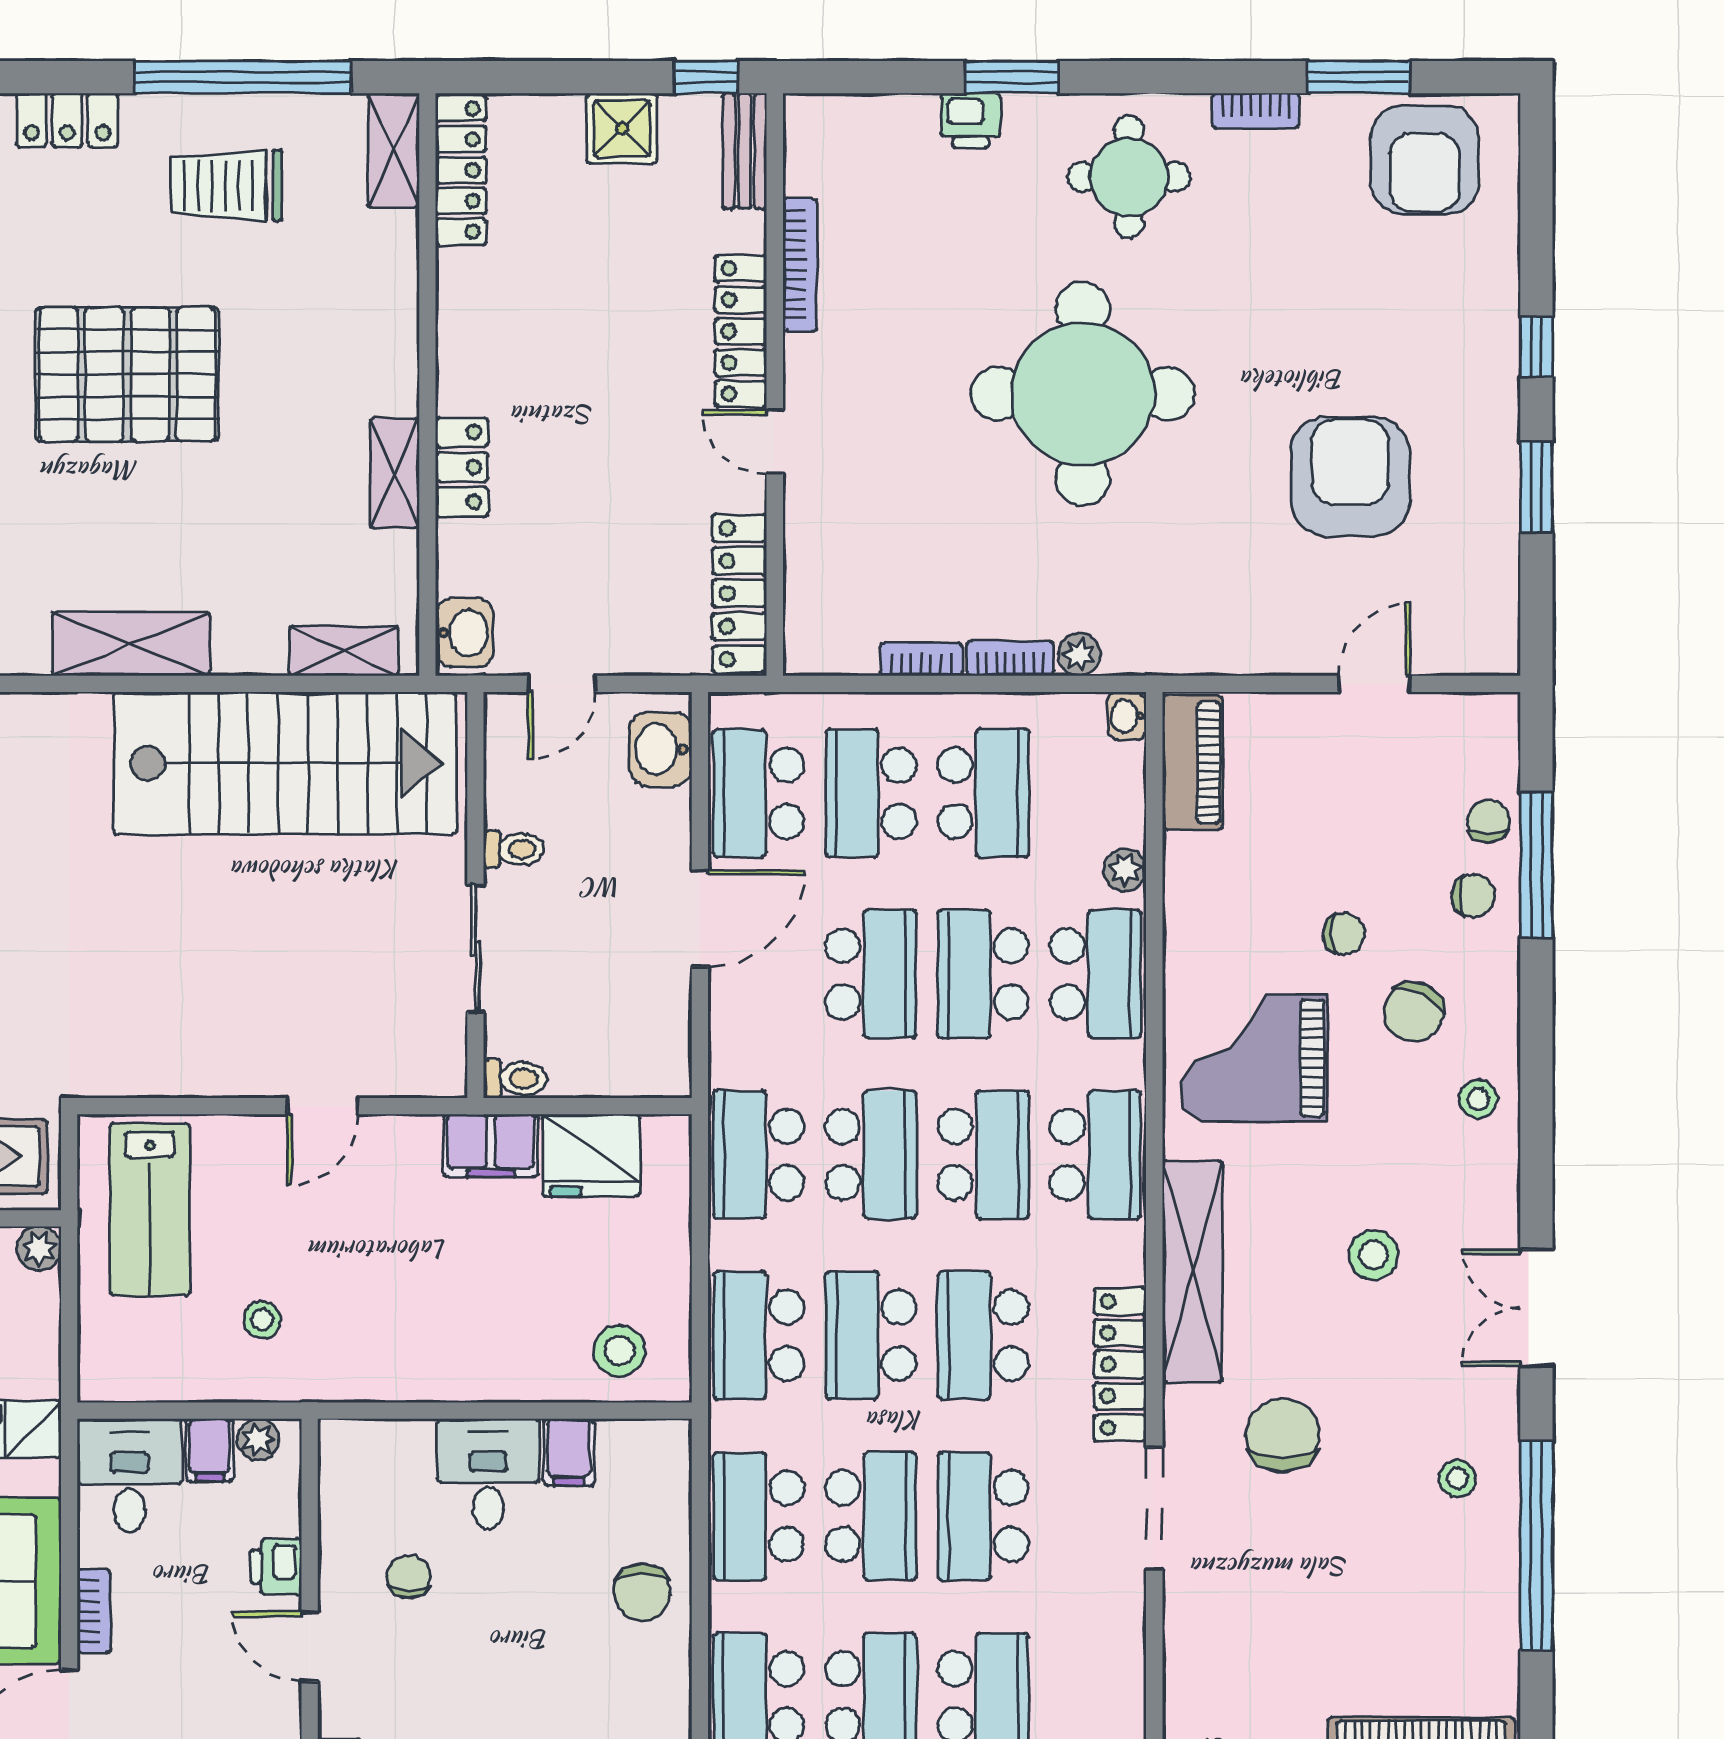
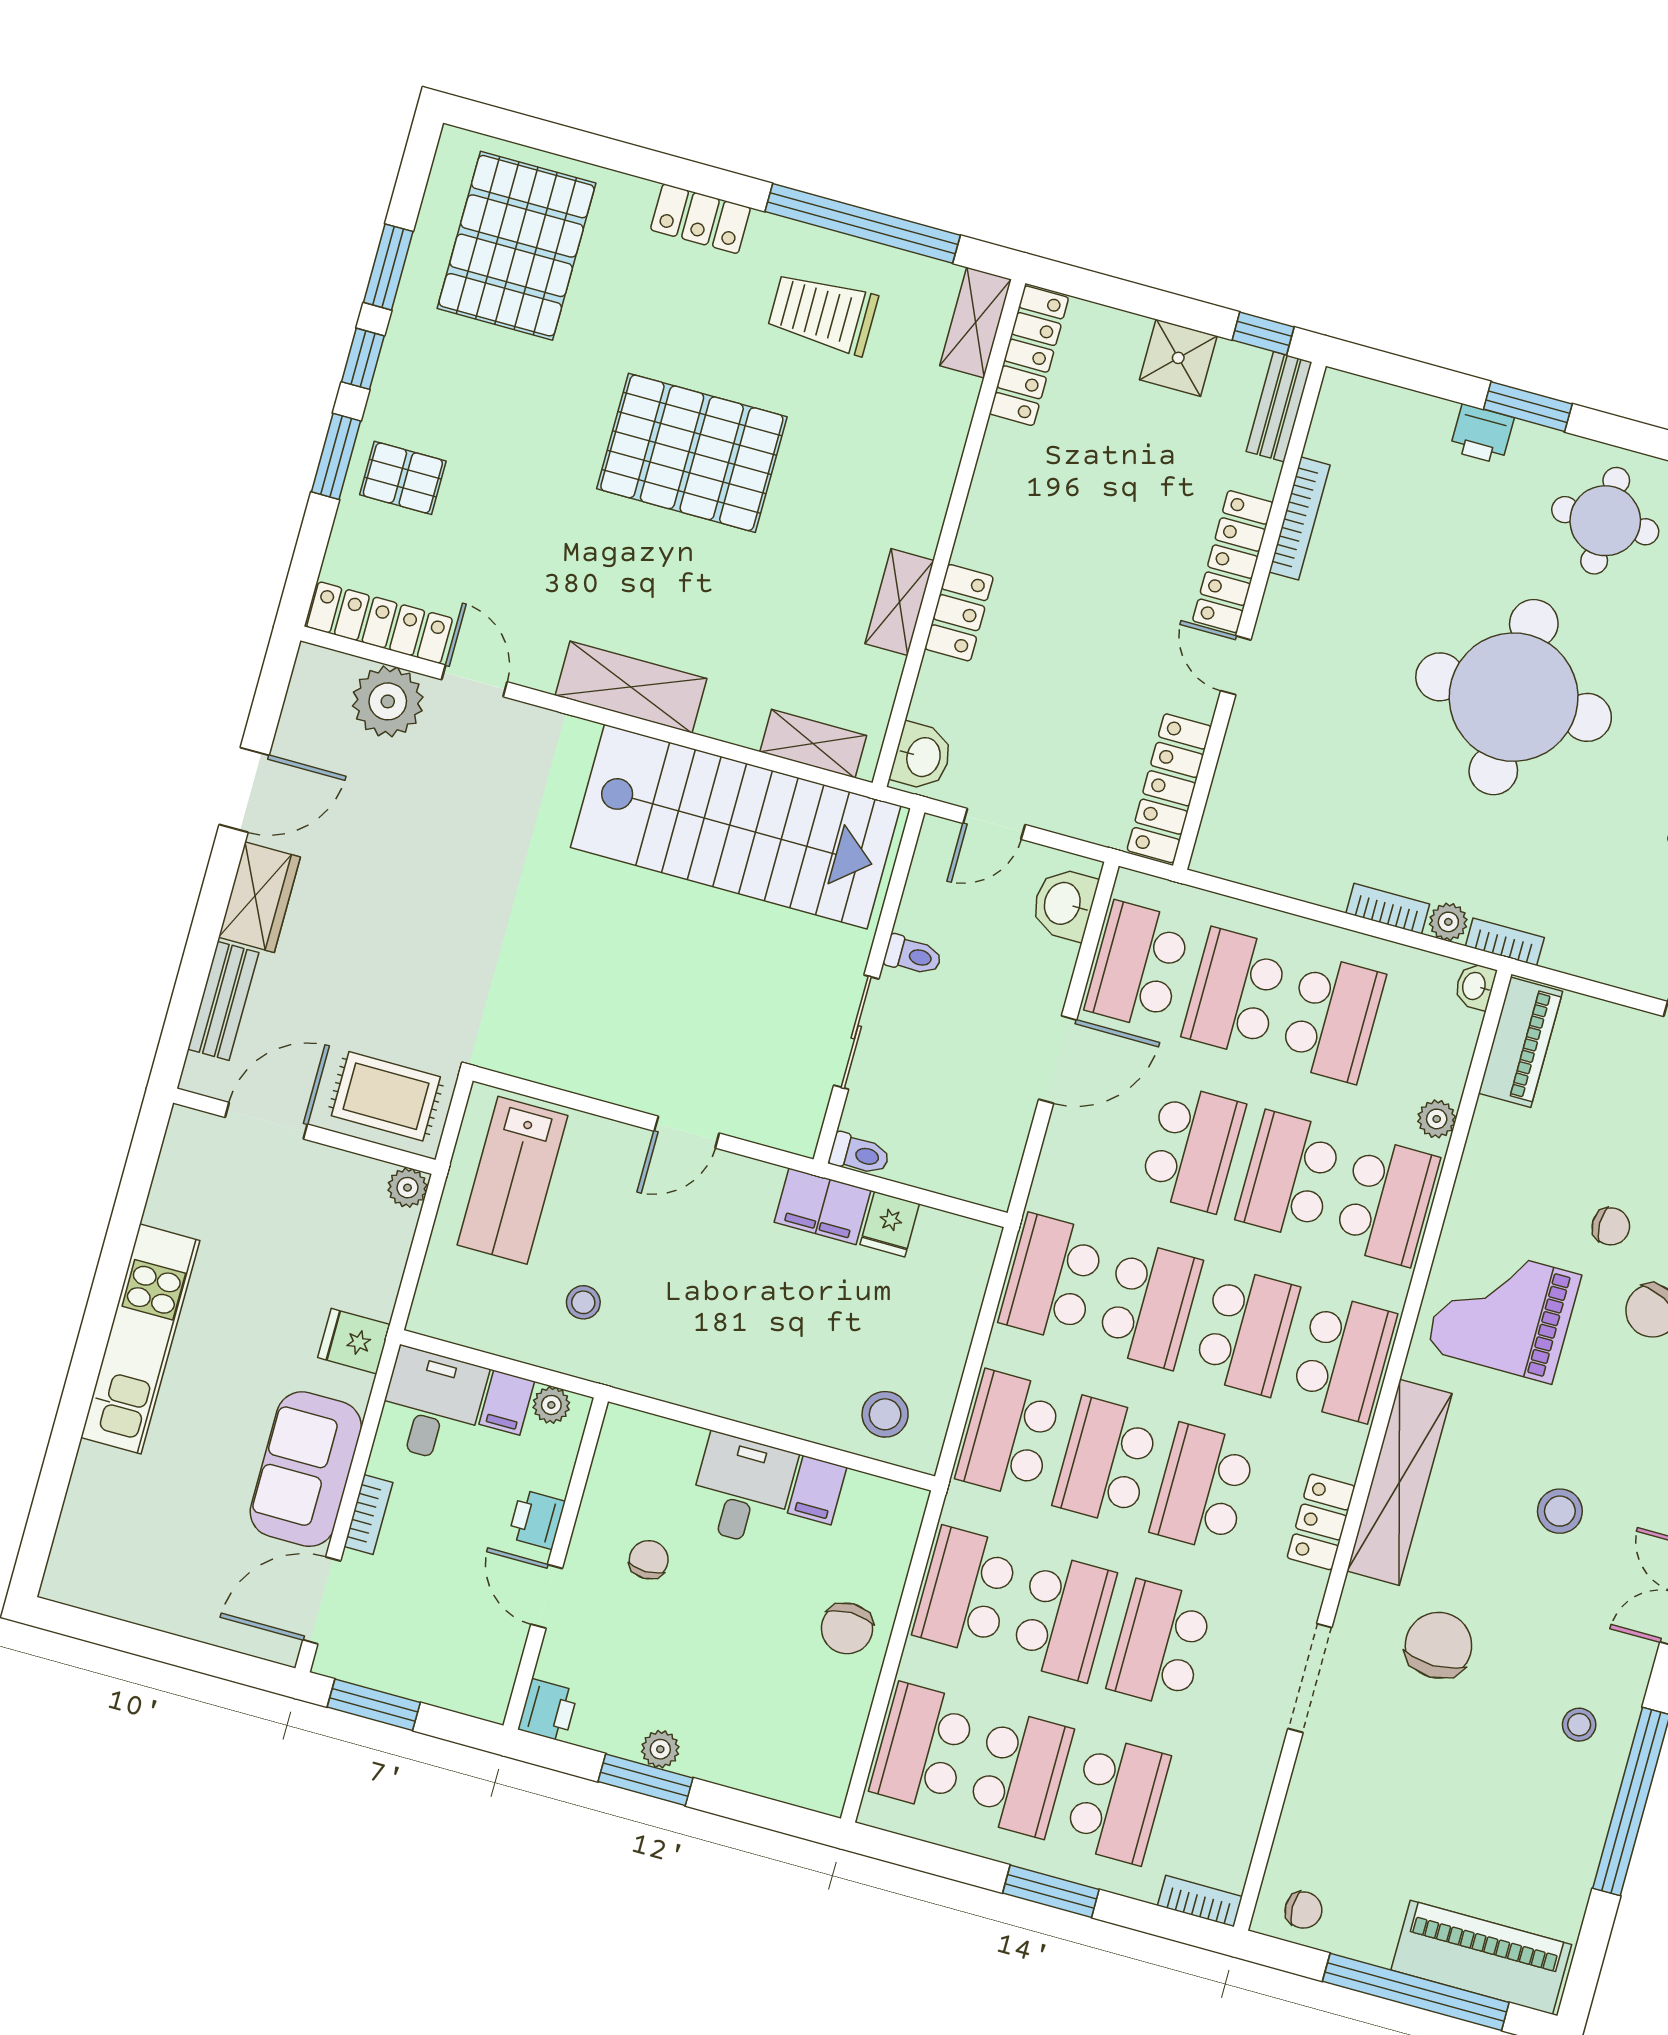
bookcase: (921, 659) -> (1505, 942), moved
fridge: (591, 1155) -> (890, 1224), width x0.53, depth x0.75
locker: (1120, 1365) -> (1321, 1522), width x0.66

